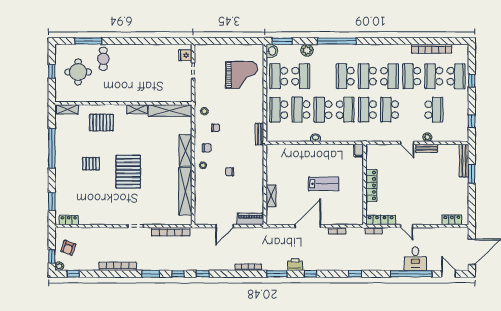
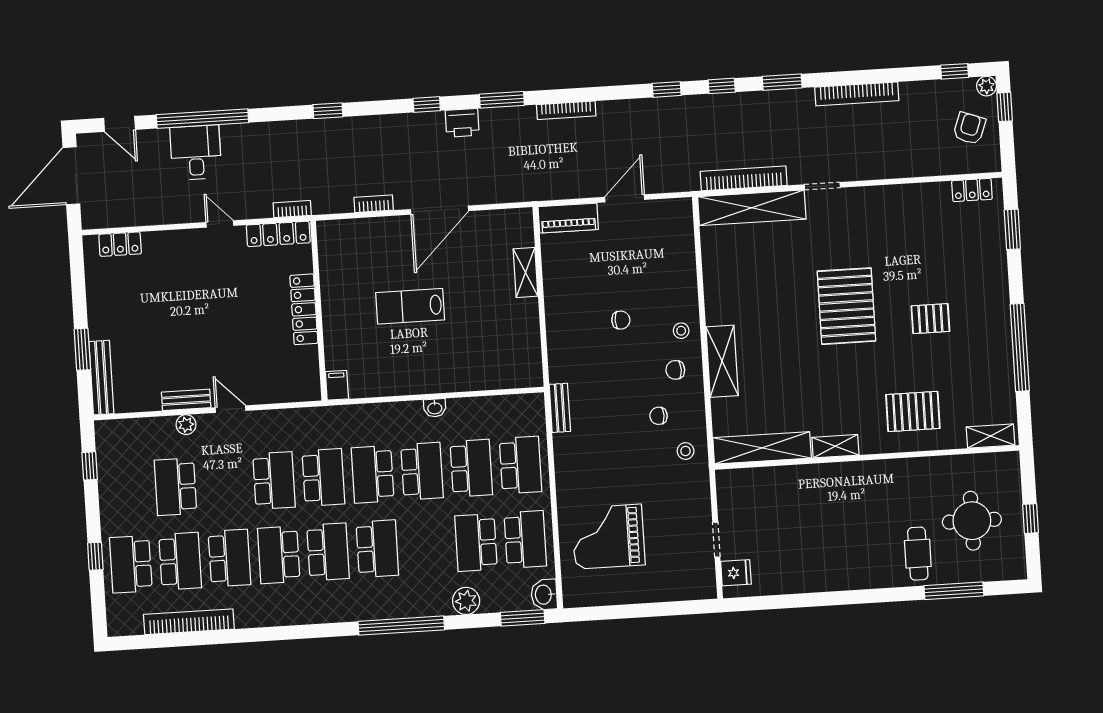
shelving: (185, 191) -> (752, 208), moved, turned 90

